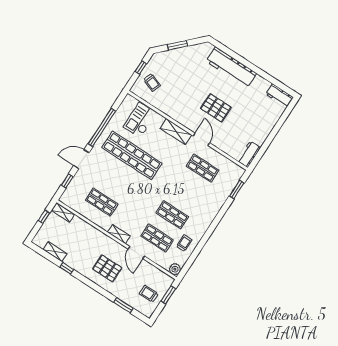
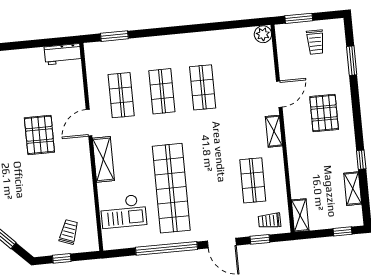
window: (44, 217) -> (342, 231), moved
shop shelf: (157, 238) -> (162, 91), moved
trolley: (184, 243) -> (270, 221), moved

